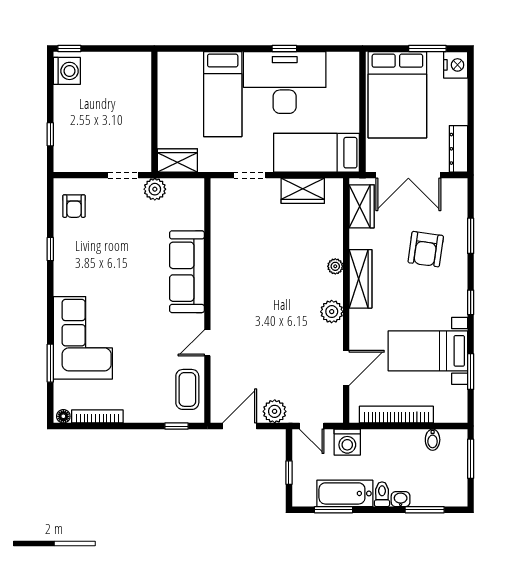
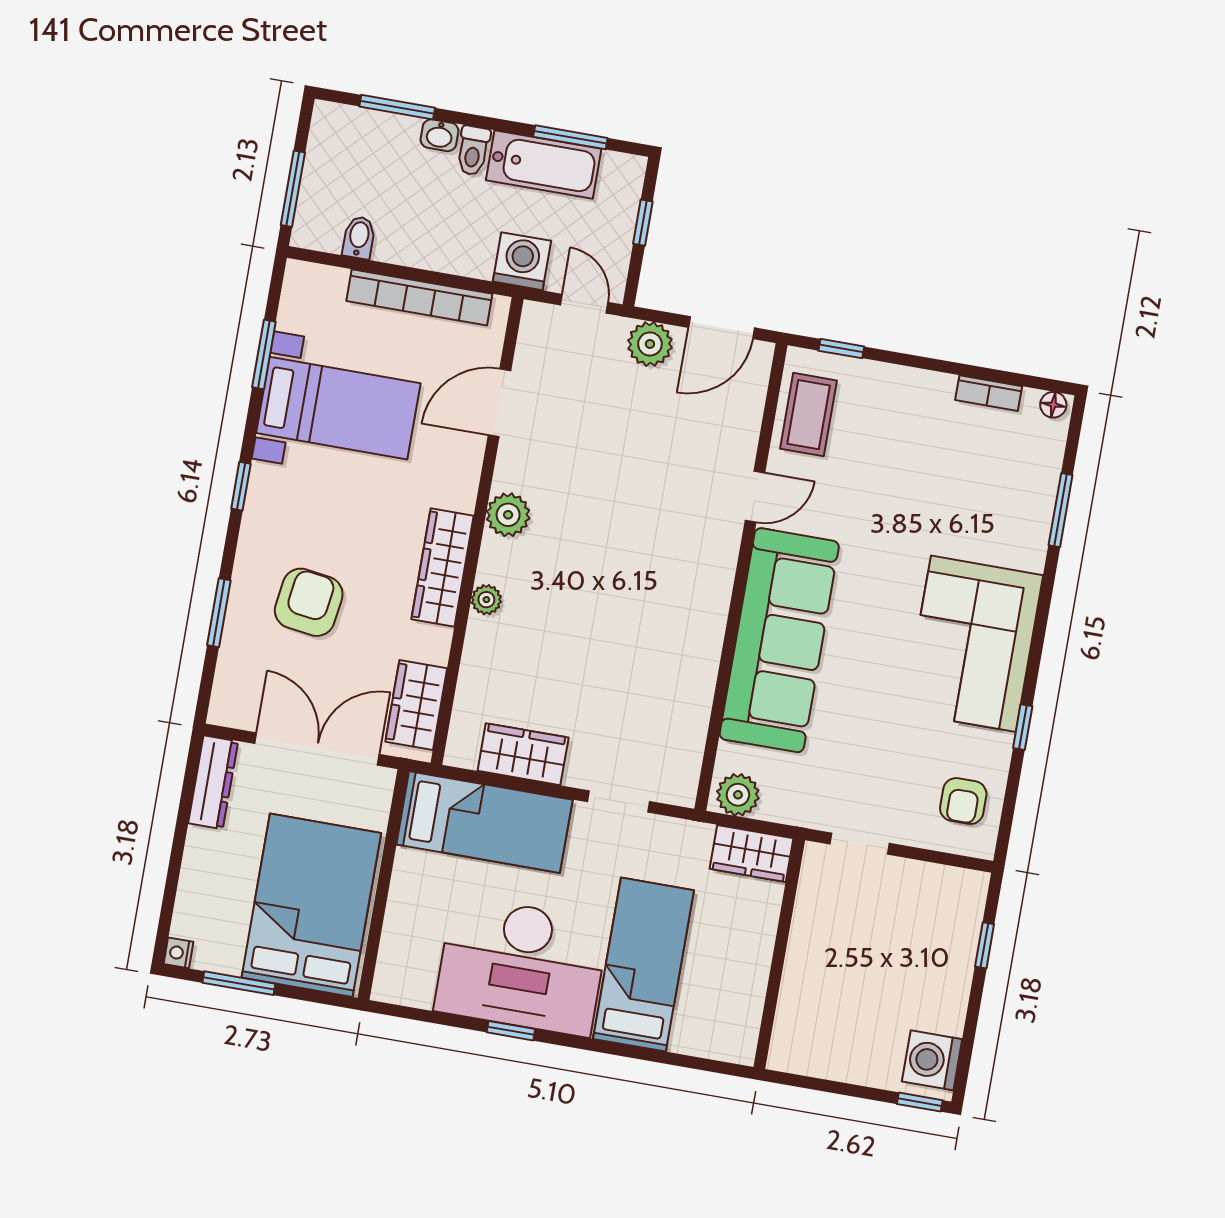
nightstand: (456, 65) -> (179, 953), width x0.53, depth x0.56
plant: (155, 189) -> (738, 795), moved
armchair: (74, 206) -> (963, 801), turned 180
sofa: (187, 272) -> (779, 640), width x1.36, depth x1.27
corner sofa: (83, 338) -> (973, 644), moved
bookcase: (97, 416) -> (989, 393), width x0.64

